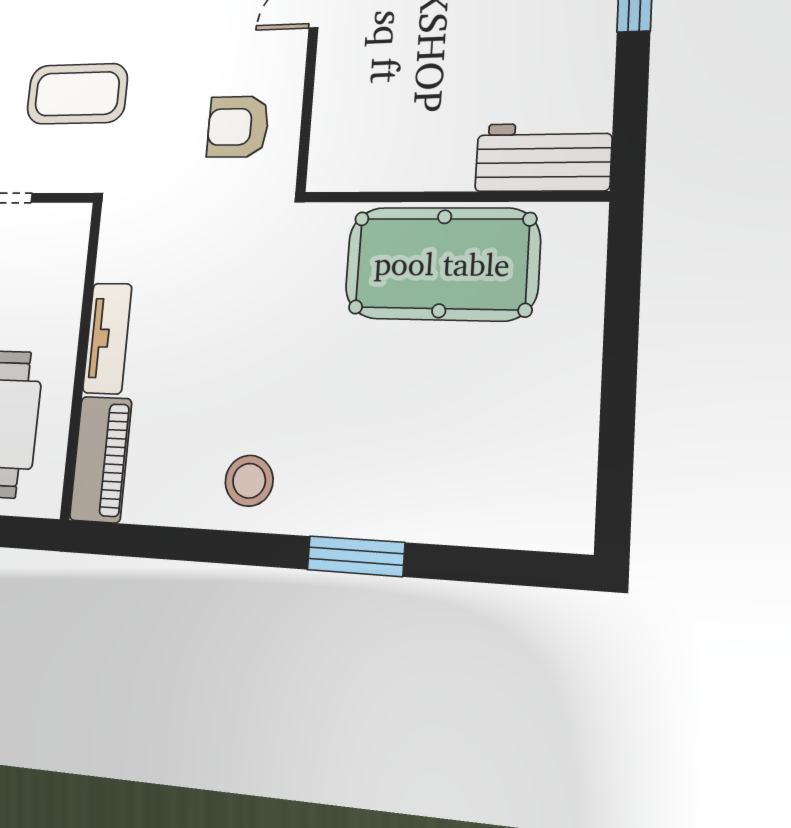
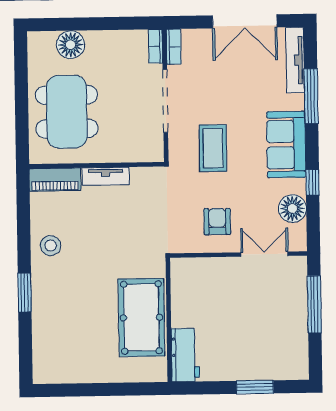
armchair: (238, 127) -> (217, 222), moved

